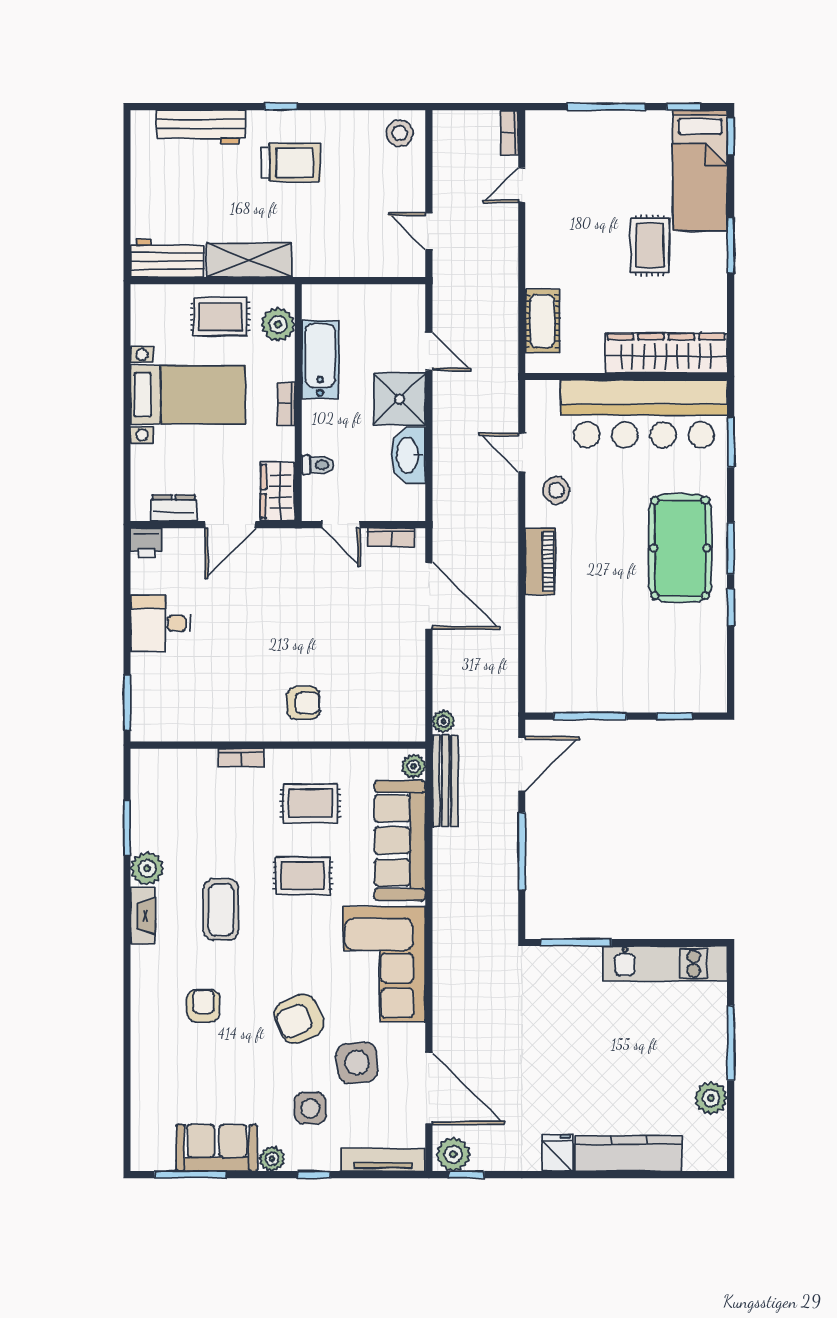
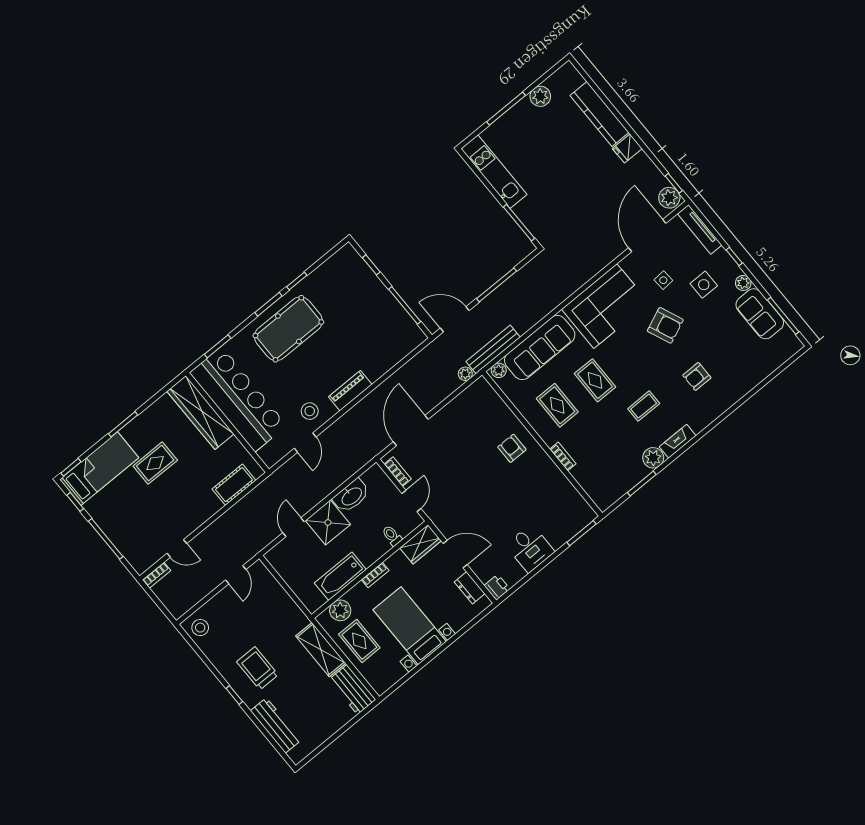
coffee table: (221, 910) -> (644, 406), width x0.73, depth x0.77
side table: (357, 1063) -> (663, 280), width x0.54, depth x0.54

